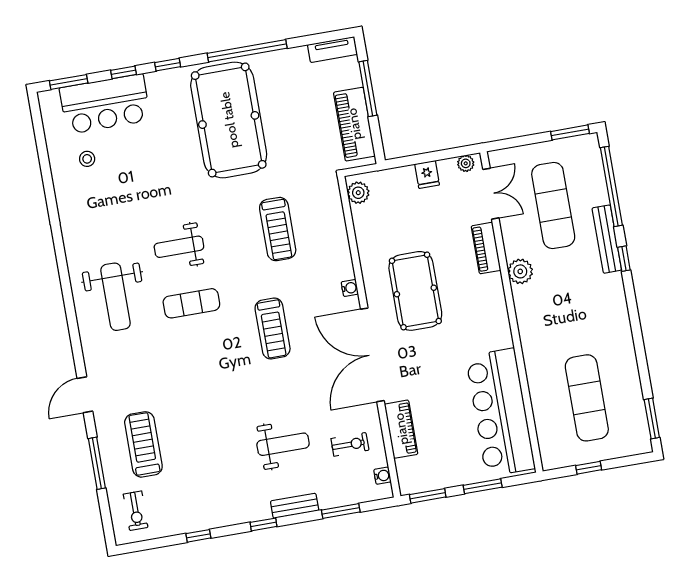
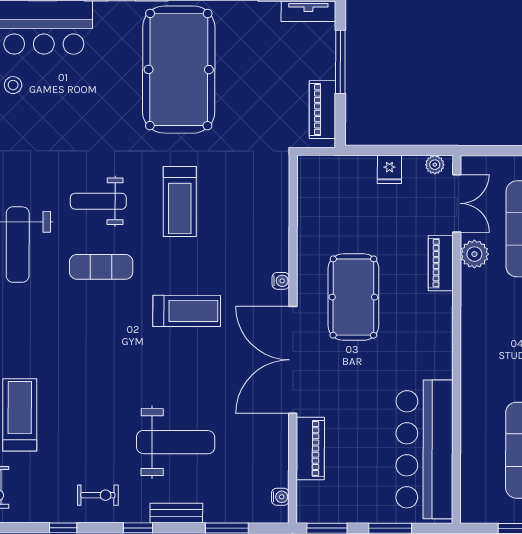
piano: (354, 124) -> (322, 110), width x0.73, depth x0.75
plant: (358, 193) -> (309, 176), removed
treadmill: (278, 229) -> (180, 201), moved
plant: (520, 271) -> (474, 254), moved
treadmill: (273, 329) -> (187, 311), turned -90
weight bench: (283, 444) -> (176, 442), width x1.36, depth x1.33
exercise bike: (350, 444) -> (98, 495), moved

